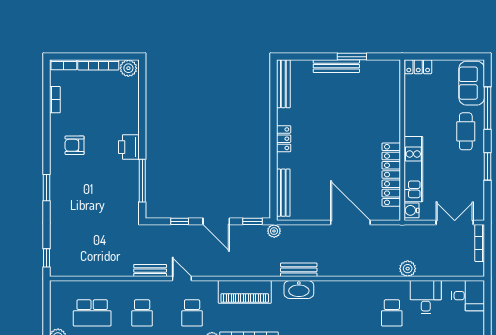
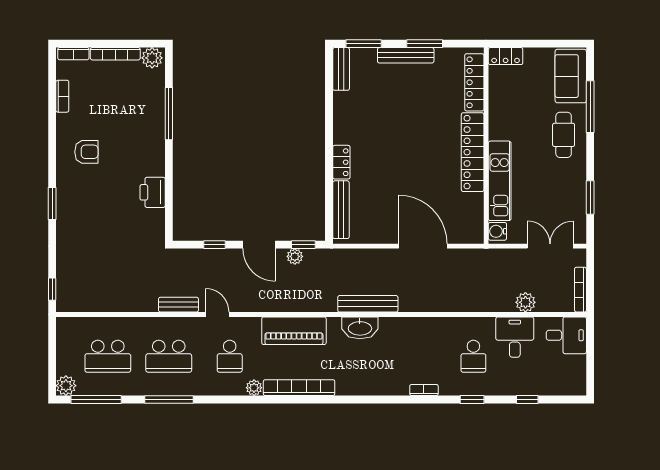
window: (302, 57) -> (364, 44), added
bench: (283, 84) -> (341, 69), width x0.73
locker: (393, 88) -> (474, 82), added
locker: (284, 139) -> (341, 162), moved
armchair: (75, 145) -> (86, 152), turned 180
printer: (129, 147) -> (153, 192), moved
window: (487, 166) -> (590, 197), moved
locker: (391, 175) -> (473, 152), moved
window: (142, 181) -> (169, 114), moved
plant: (274, 231) -> (295, 256), moved
bookcase: (480, 243) -> (580, 290), moved
plant: (408, 269) -> (525, 302), moved
bench: (299, 270) -> (368, 304), width x1.36
school desk: (142, 313) -> (169, 356), width x1.85

